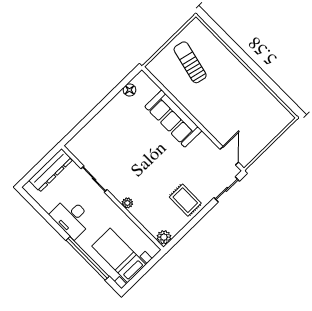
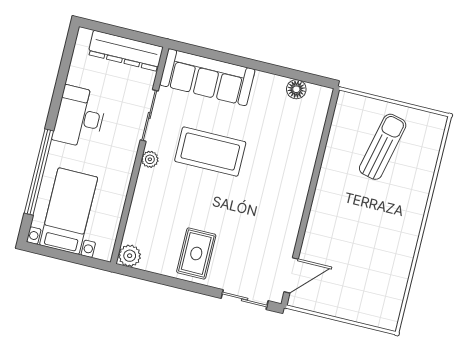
sofa: (173, 119) -> (207, 77), moved, turned -90
coffee table: (134, 158) -> (210, 152), added
plant: (127, 203) -> (150, 159), moved

